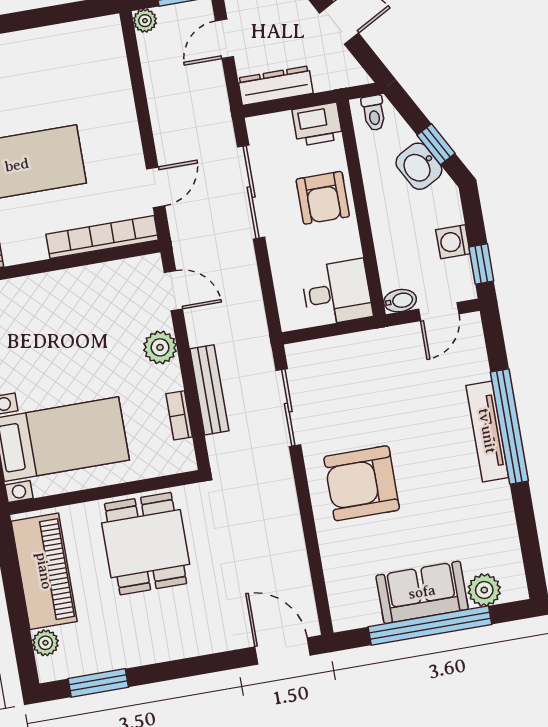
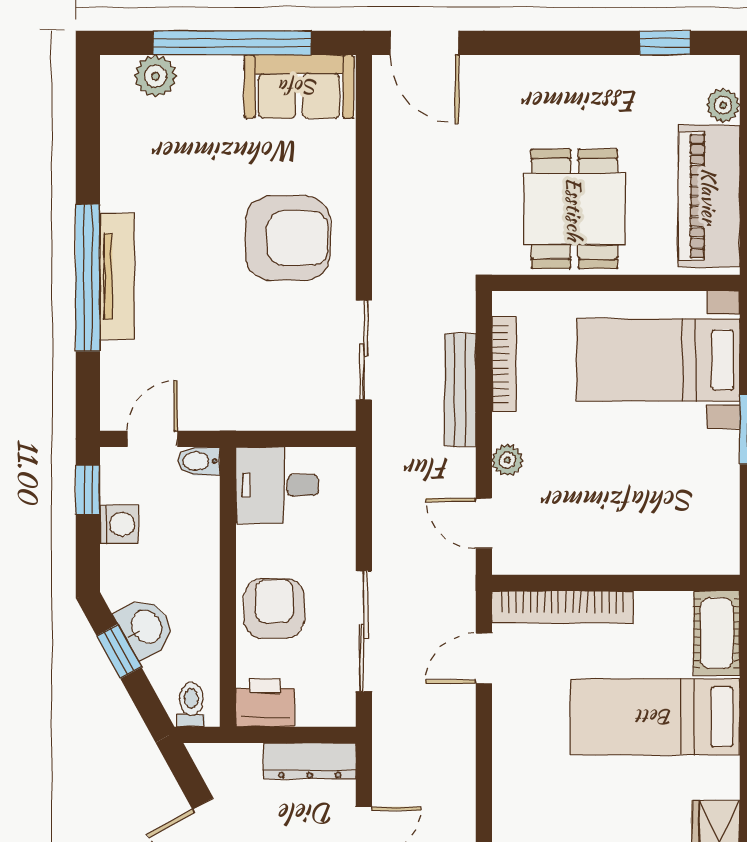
plant: (160, 347) -> (507, 460), width x0.73, depth x0.73
bookcase: (179, 415) -> (504, 364), width x1.56
sofa: (422, 592) -> (299, 87), moved
window: (98, 683) -> (665, 43), width x0.67

